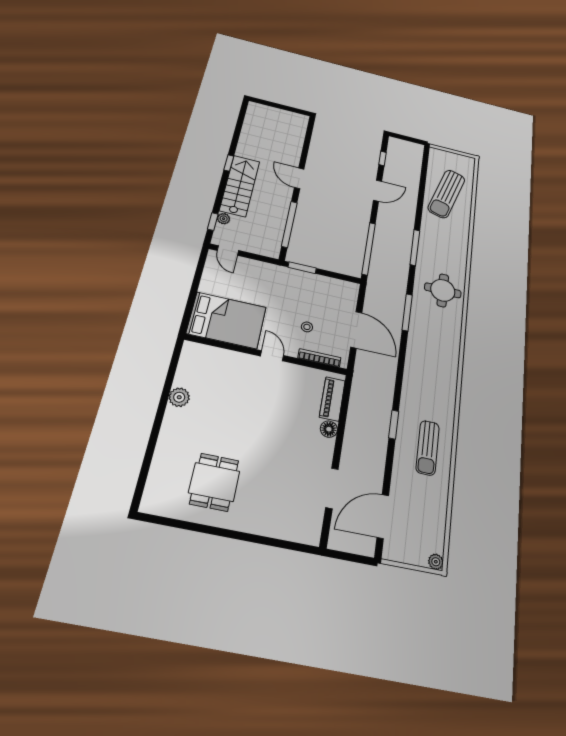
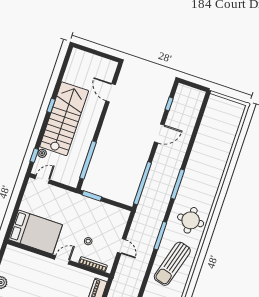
door: (299, 178) -> (111, 93), moved
stairs: (240, 186) -> (64, 119), width x1.36, depth x1.51
sun lounger: (447, 194) -> (172, 264), moved
door: (228, 250) -> (42, 179), swing flipped
door: (356, 330) -> (122, 246), width x0.53
door: (272, 356) -> (62, 260), hinge flipped

